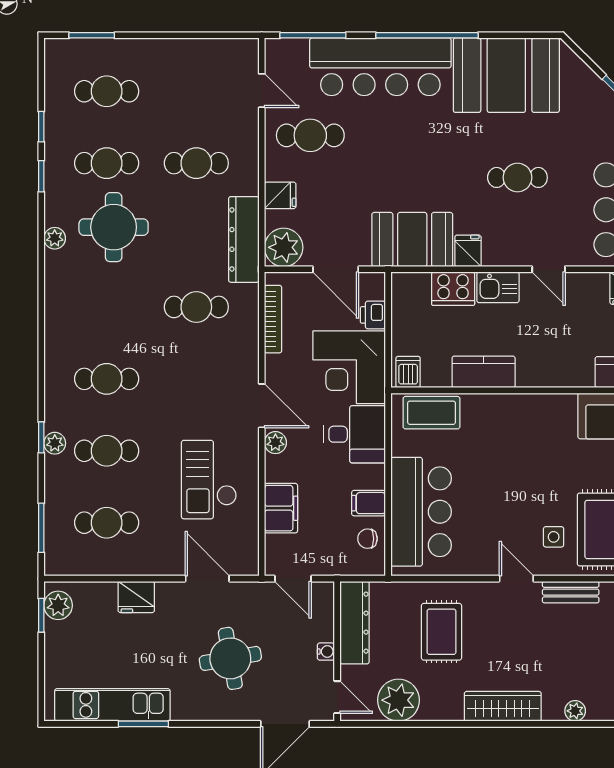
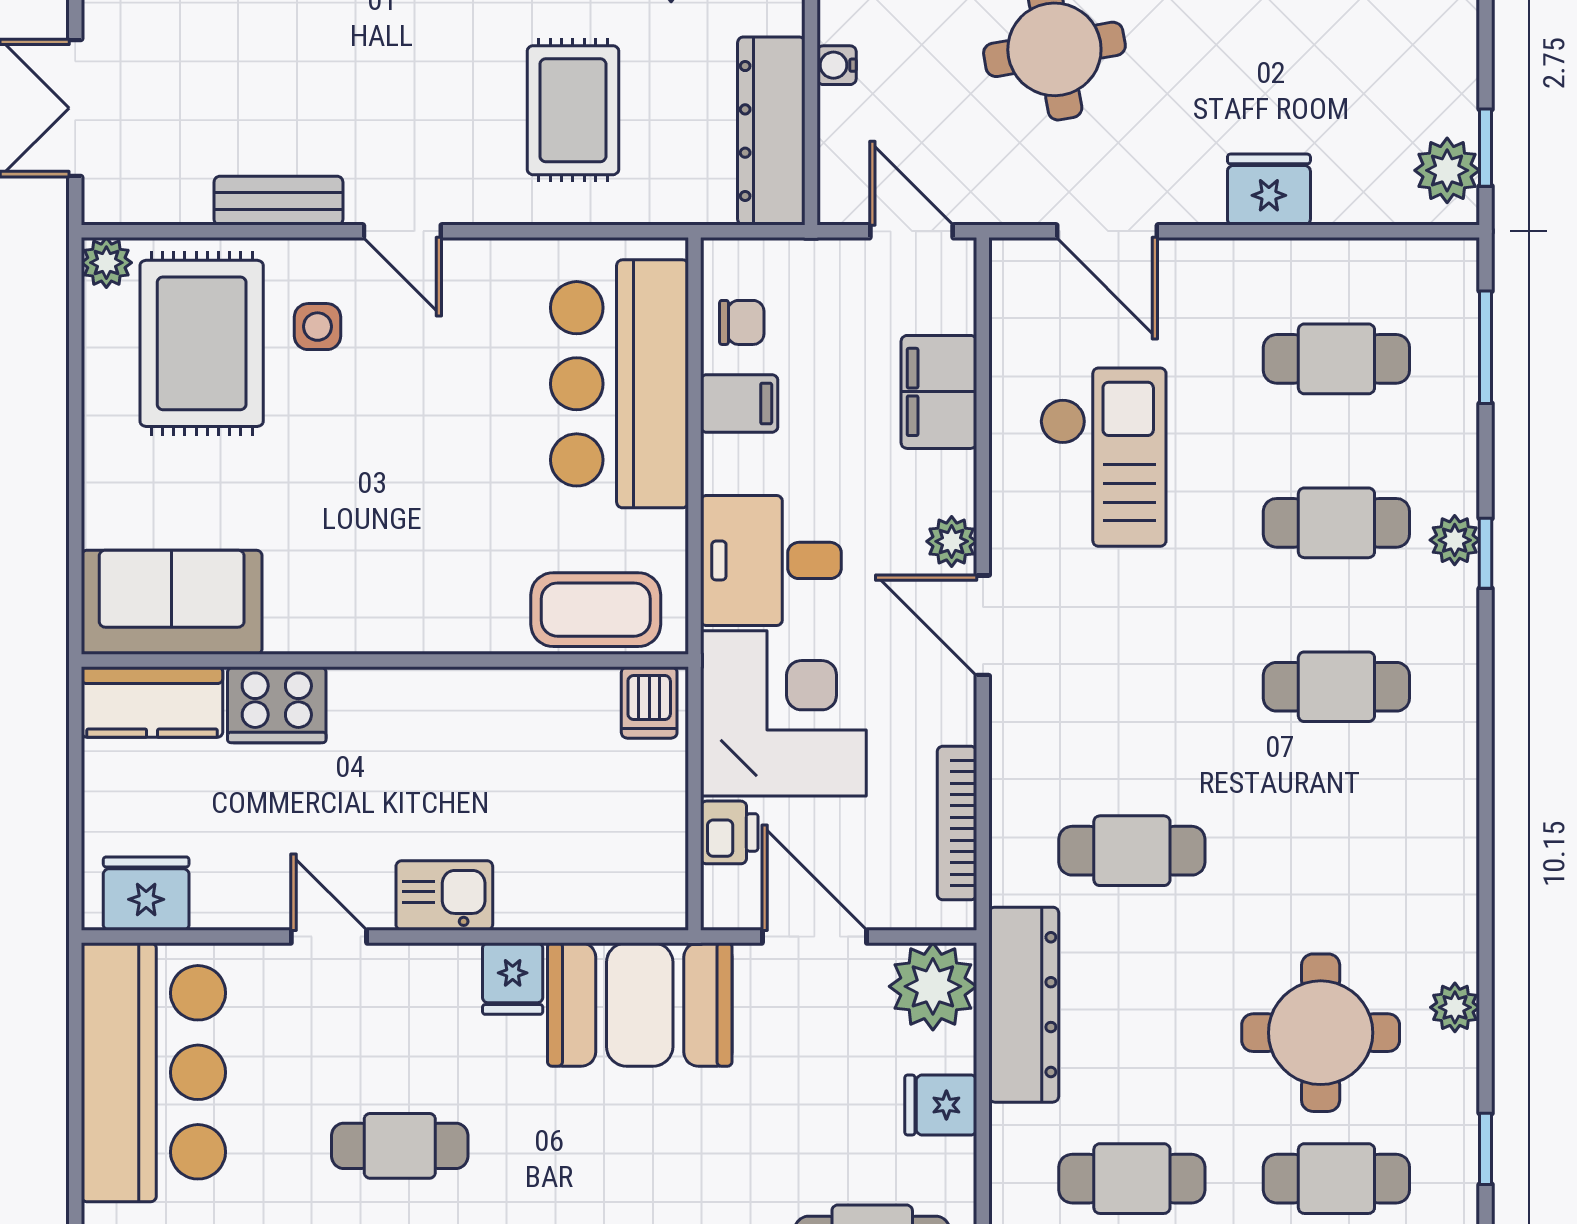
cooker: (453, 289) -> (277, 705), moved, turned 180
kitchen counter: (484, 372) -> (477, 703), removed

